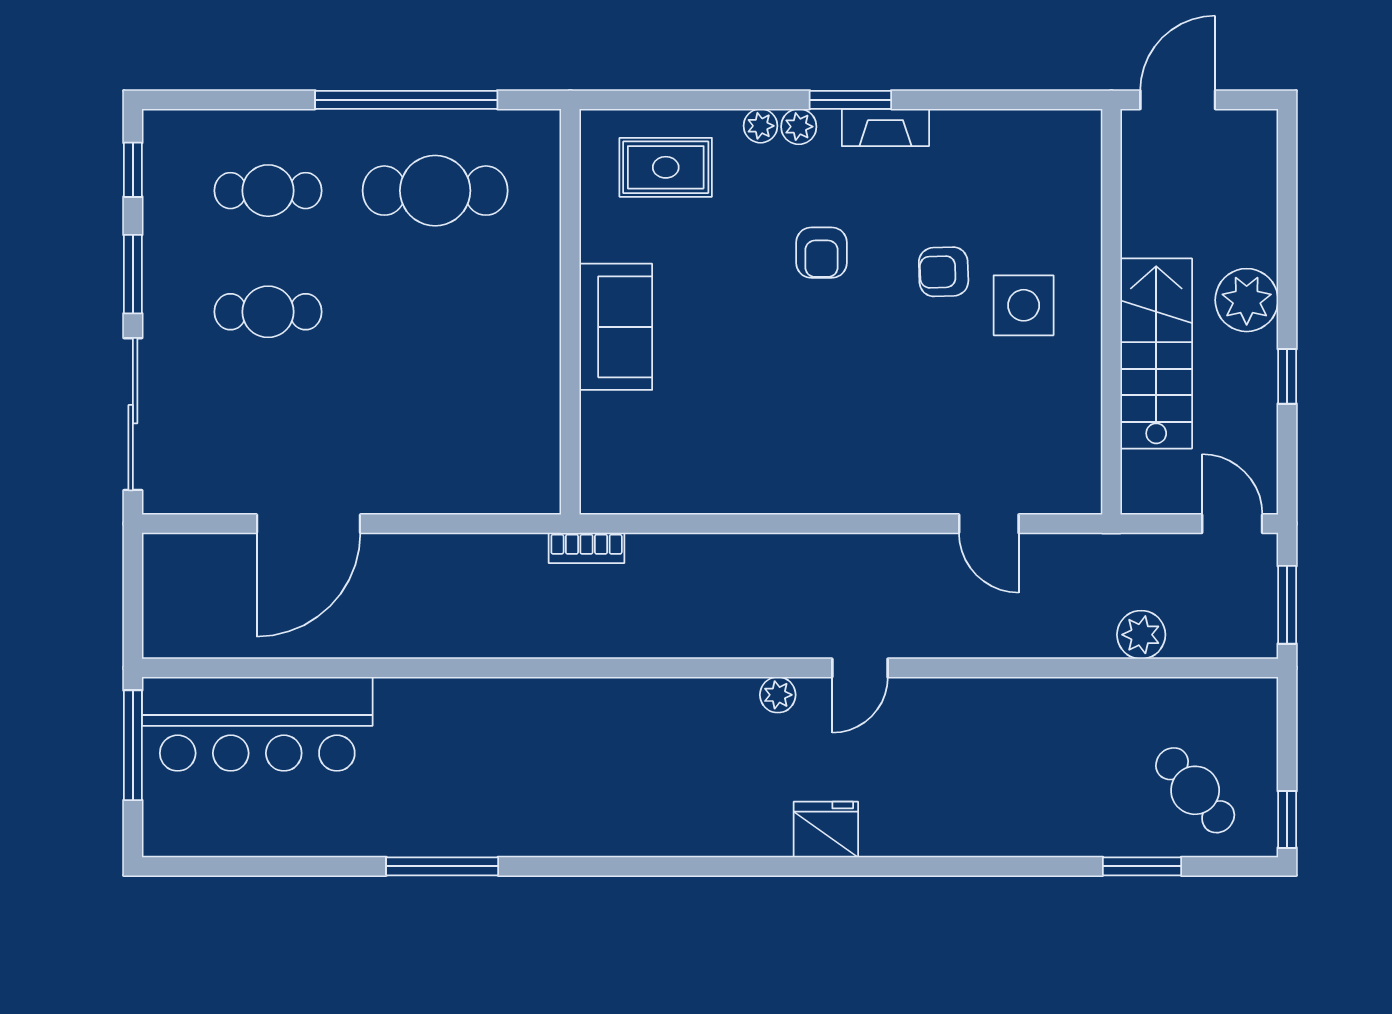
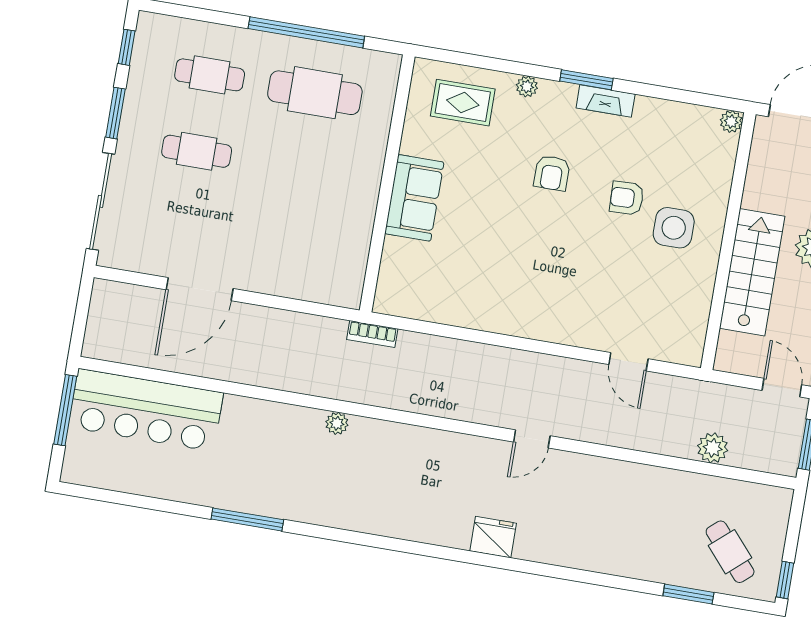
plant: (799, 127) -> (731, 122), moved
plant: (778, 695) -> (337, 423), moved

